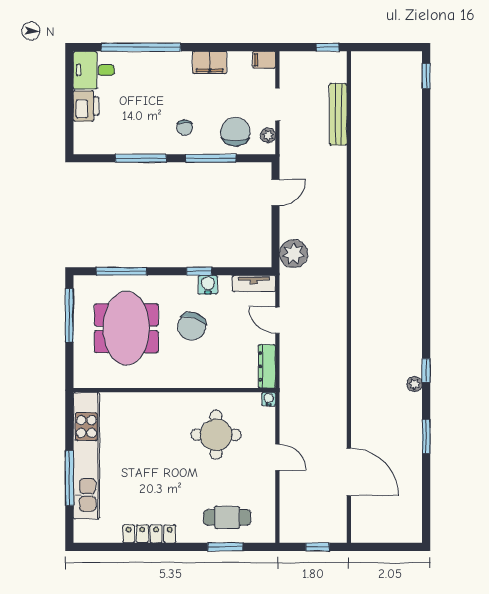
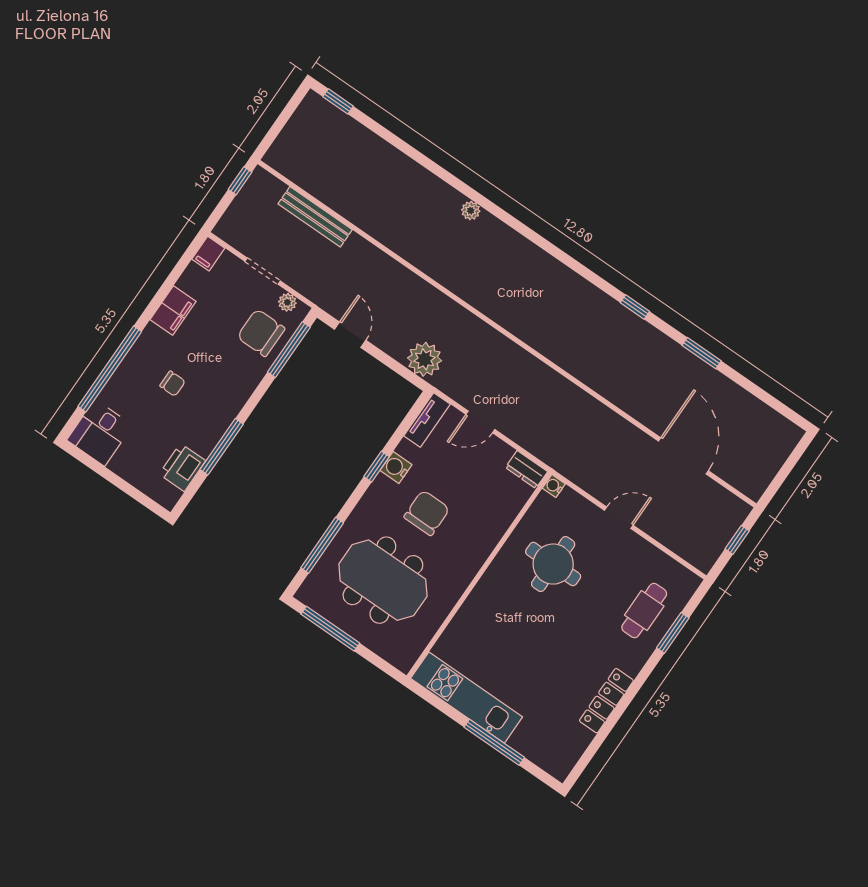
printer: (86, 106) -> (182, 467), moved, turned -90
chair: (185, 128) -> (173, 384), moved
window: (211, 158) -> (289, 350), moved
chair: (192, 326) -> (427, 513), turned -109
dresser: (267, 366) -> (526, 470), width x0.70
plant: (415, 384) -> (471, 211), moved
kitchen unit: (86, 456) -> (467, 698), width x0.73
door: (349, 472) -> (683, 456), hinge flipped

